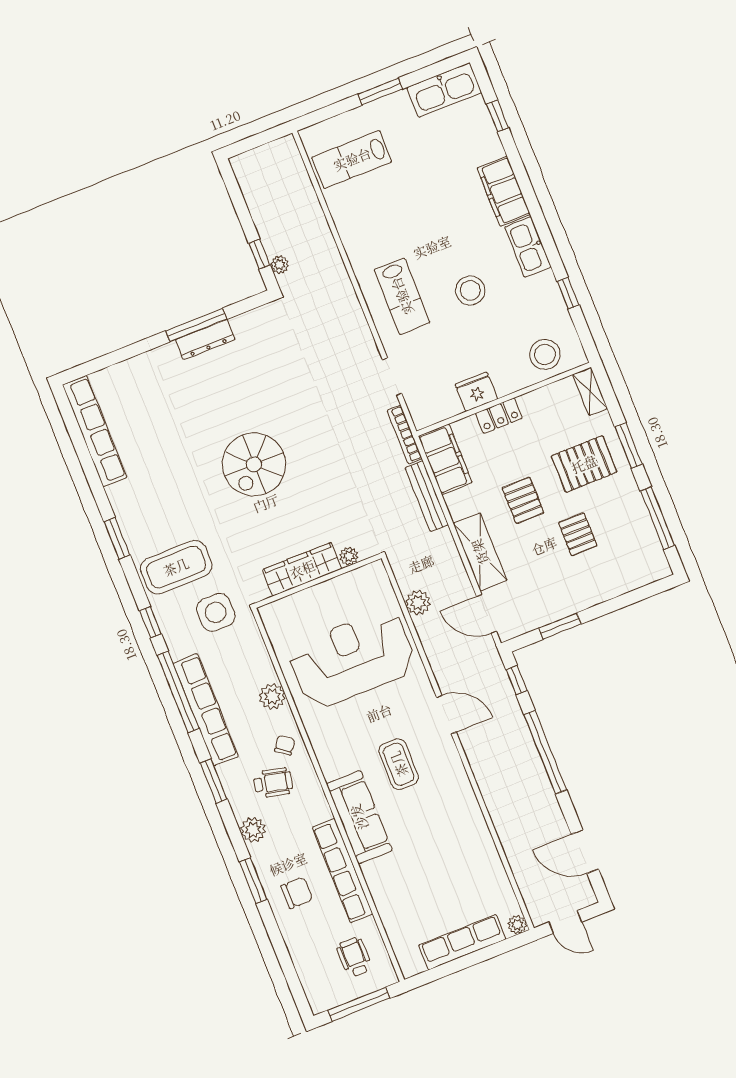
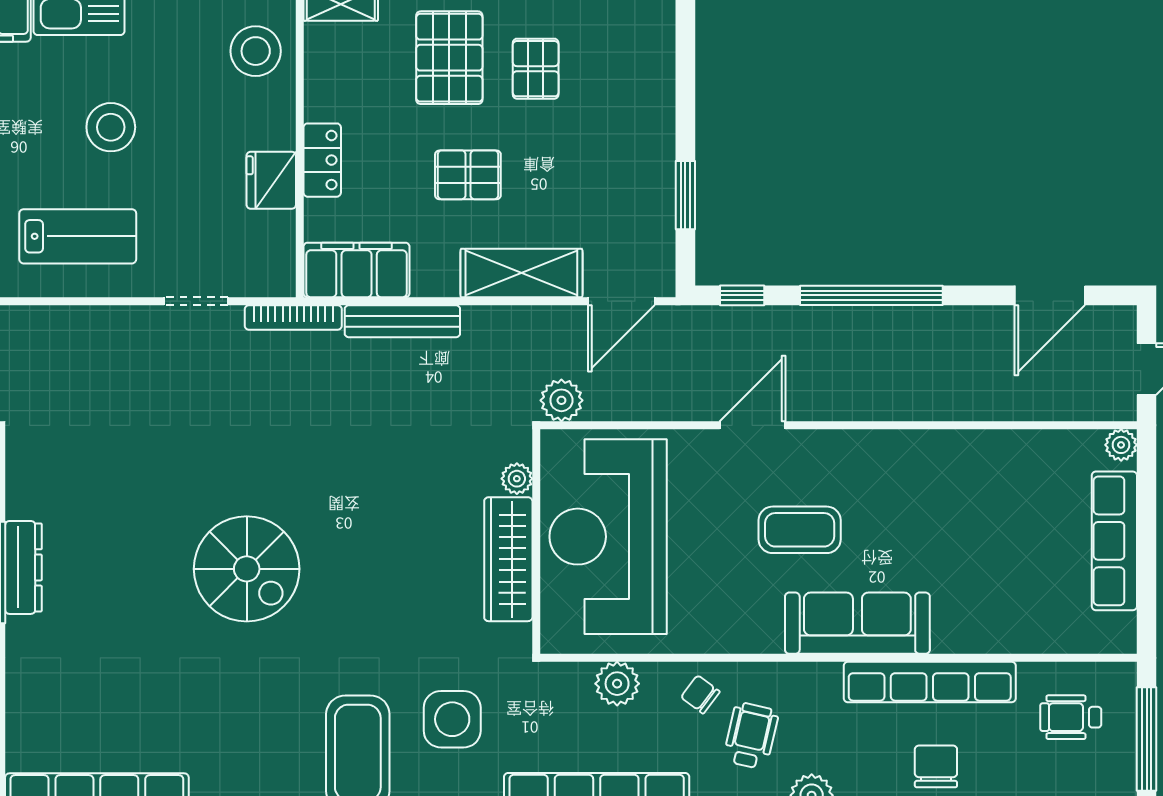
pallet: (578, 534) -> (536, 69), moved, turned 90
plant: (349, 556) -> (517, 479), moved
wardrobe: (302, 569) -> (508, 559), moved
wall: (318, 581) -> (536, 542), moved

